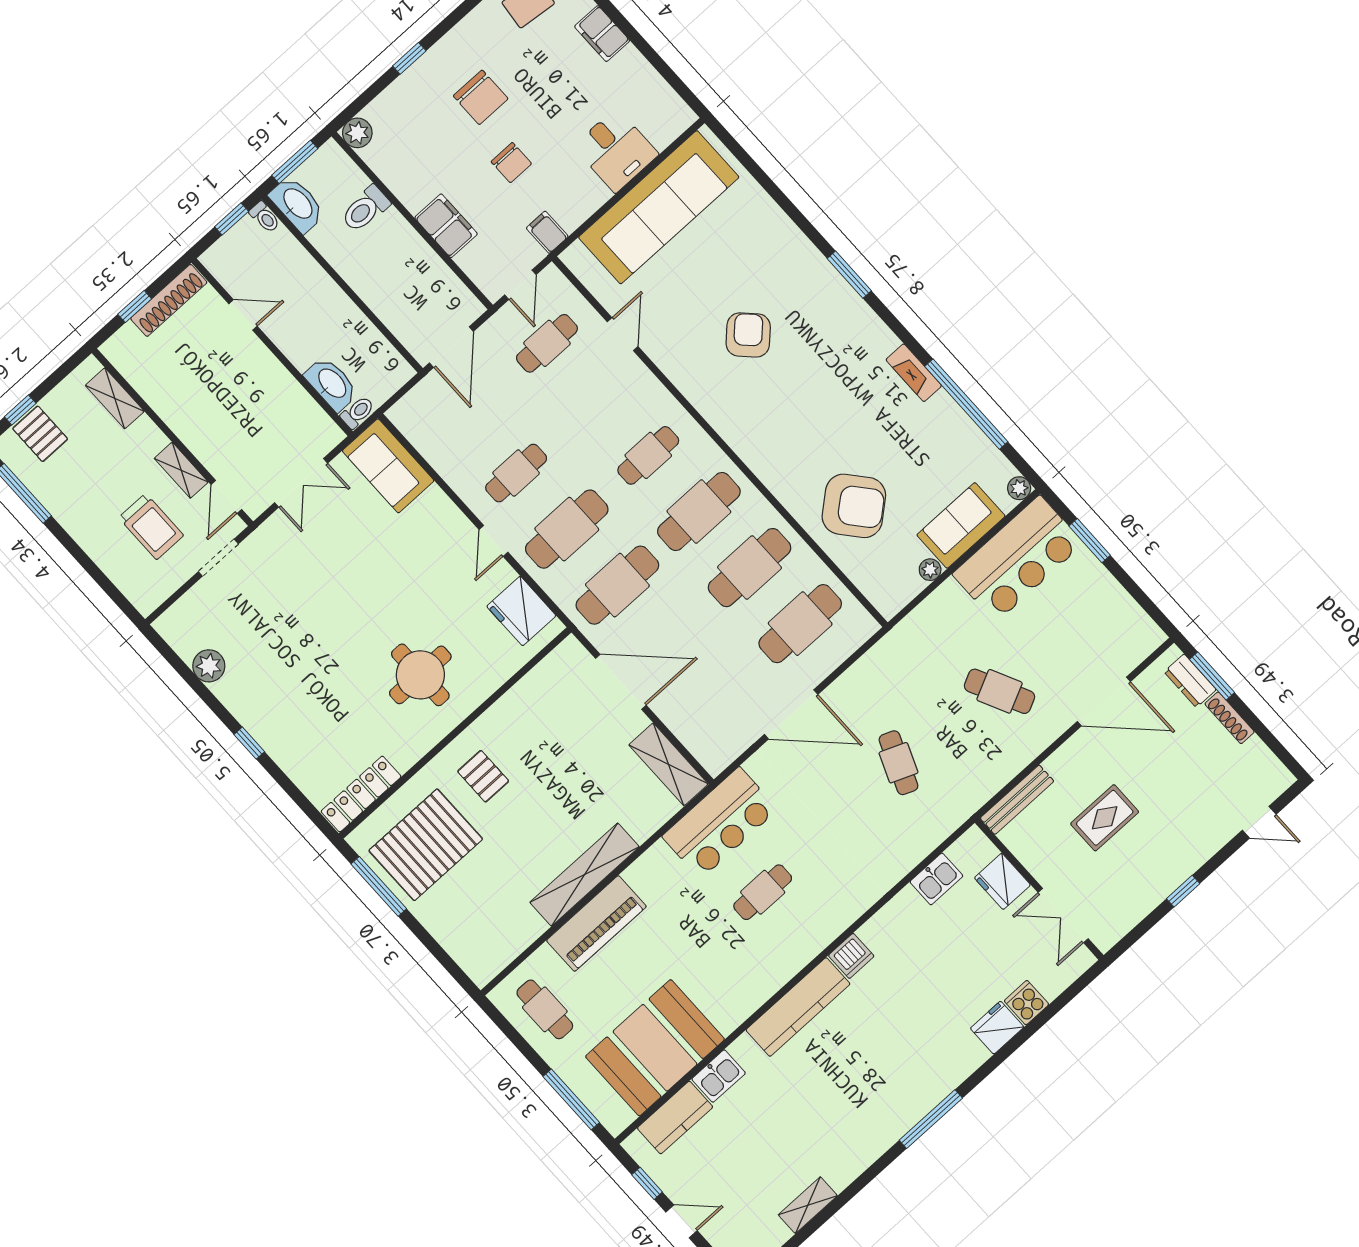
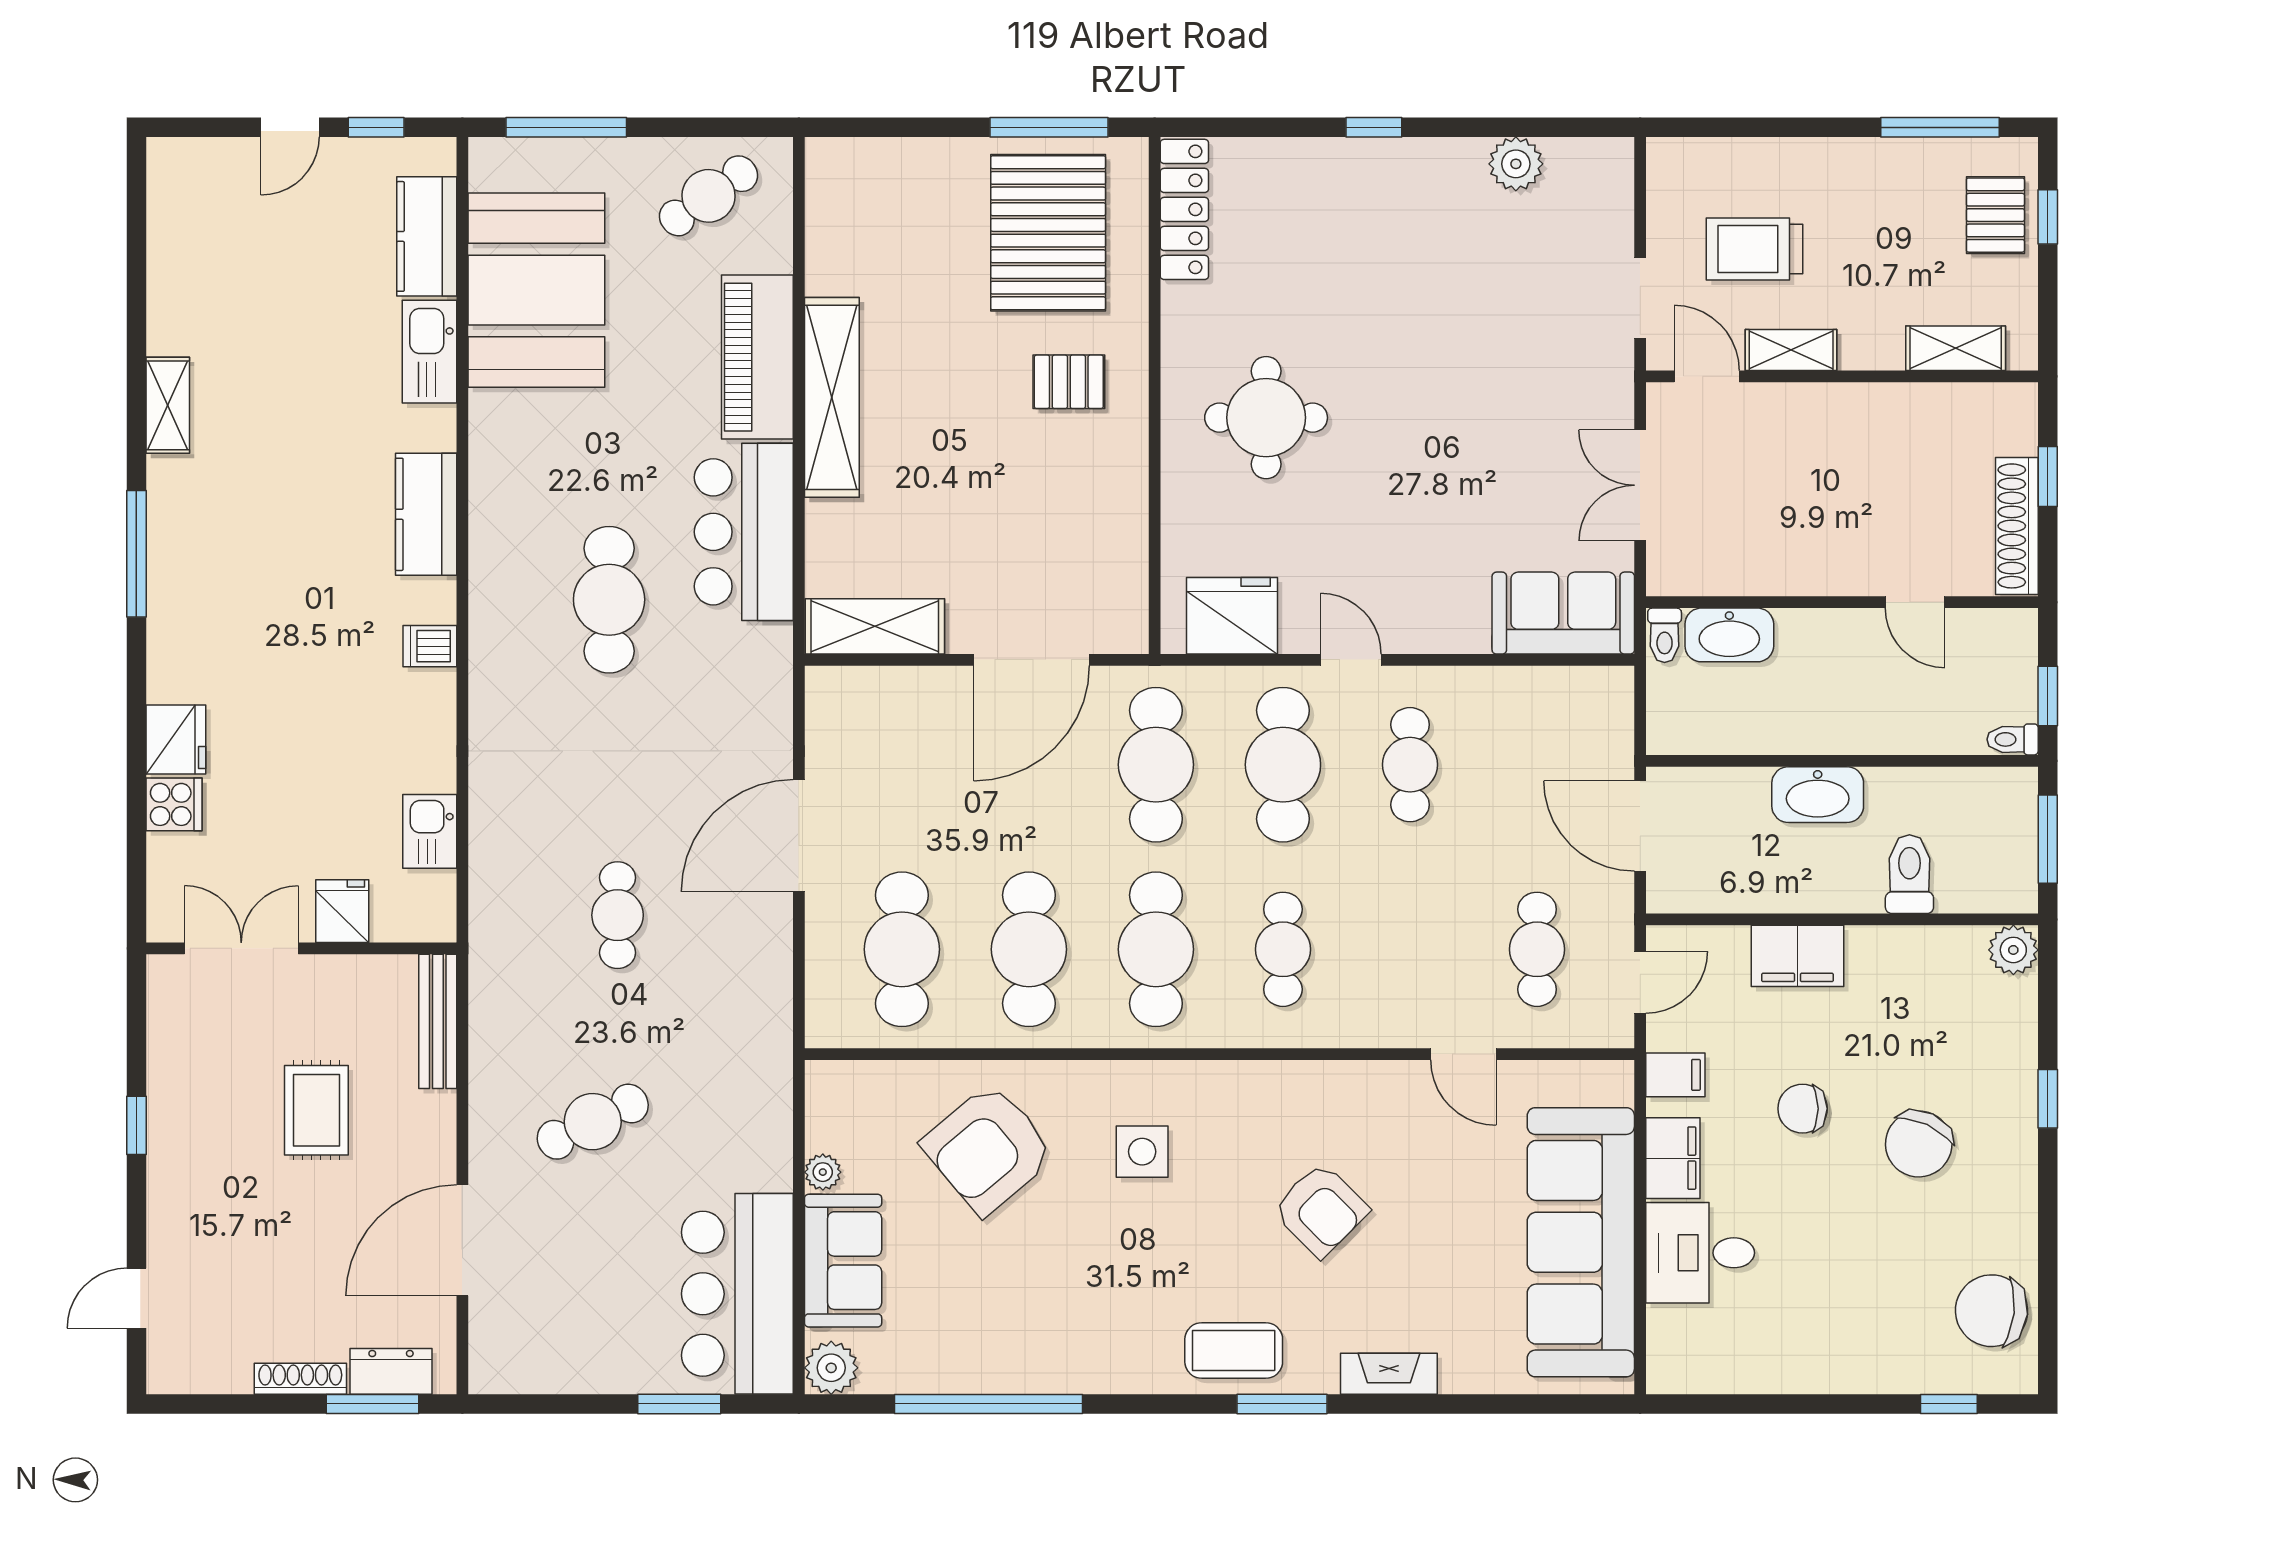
filing cabinet: (602, 34) -> (1673, 1158), moved, turned 90
chair: (481, 97) -> (1919, 1144), turned -65
washbasin: (297, 204) -> (1818, 795), moved
door: (520, 285) -> (1640, 982), swing flipped
door: (243, 315) -> (1915, 602), hinge flipped
coffee table: (845, 317) -> (1234, 1350), added
fireplace: (914, 373) -> (1389, 1374), moved
pallet: (40, 434) -> (1995, 215), turned 90
side table: (794, 437) -> (1142, 1152), added
plant: (1019, 488) -> (831, 1368), width x1.38, depth x1.38
cafe table: (898, 763) -> (618, 915), turned 68
bar counter: (720, 823) -> (744, 532), moved
fridge: (1002, 881) -> (342, 911), width x0.72
cafe table: (763, 892) -> (609, 600), width x1.37, depth x1.35
dishwasher: (851, 956) -> (430, 646), width x0.73
kitchen counter: (798, 1007) -> (426, 514), width x0.67
cafe table: (545, 1009) -> (709, 196), turned -35
kitchen sink: (719, 1076) -> (429, 352), width x1.38
shelving: (808, 1205) -> (168, 405), moved

